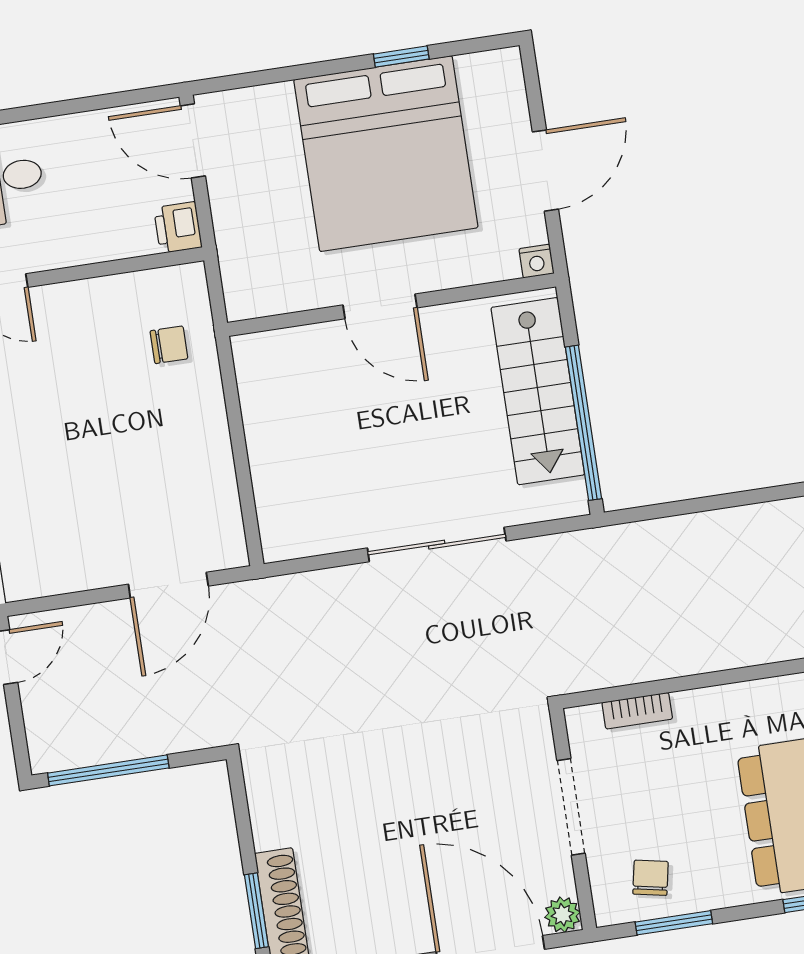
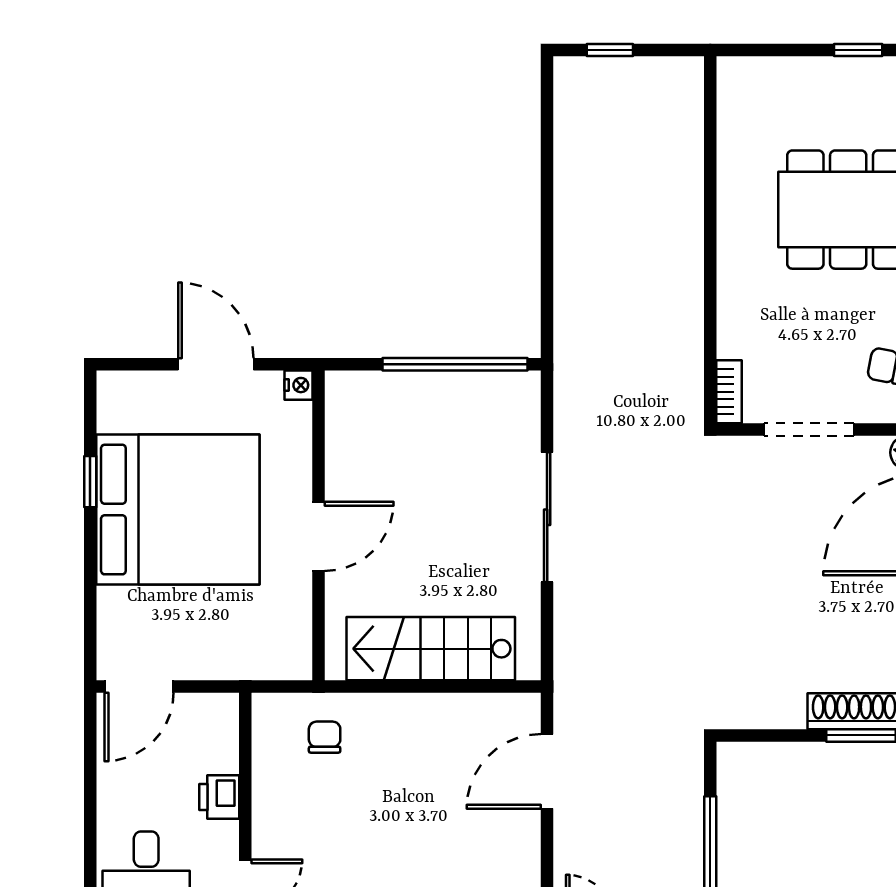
printer: (178, 228) -> (219, 797), moved, turned 90
stairs: (538, 391) -> (431, 649), moved, turned 180
door: (168, 585) -> (547, 771), swing flipped
bookcase: (637, 711) -> (729, 392), moved

